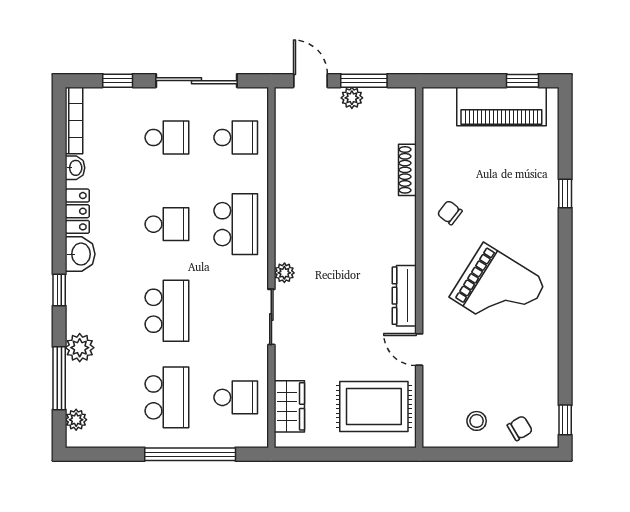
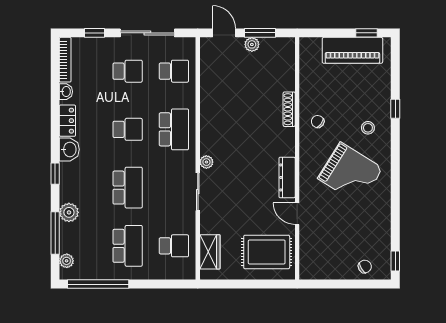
shoe rack: (407, 170) -> (289, 109), moved
stool: (477, 421) -> (368, 128), moved
window: (190, 454) -> (98, 284), moved

